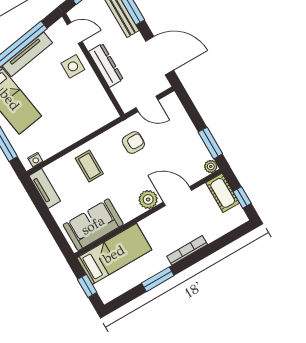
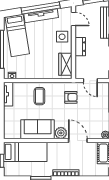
dresser: (106, 65) -> (80, 47), width x0.70
wardrobe: (100, 101) -> (65, 64), added
sofa: (93, 225) -> (38, 129), moved

